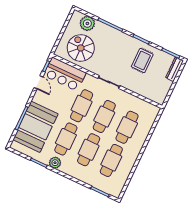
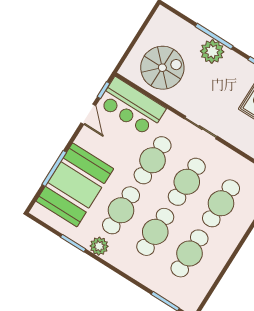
plant: (87, 23) -> (212, 52), moved
spiral stairs: (81, 48) -> (162, 68), turned 90

